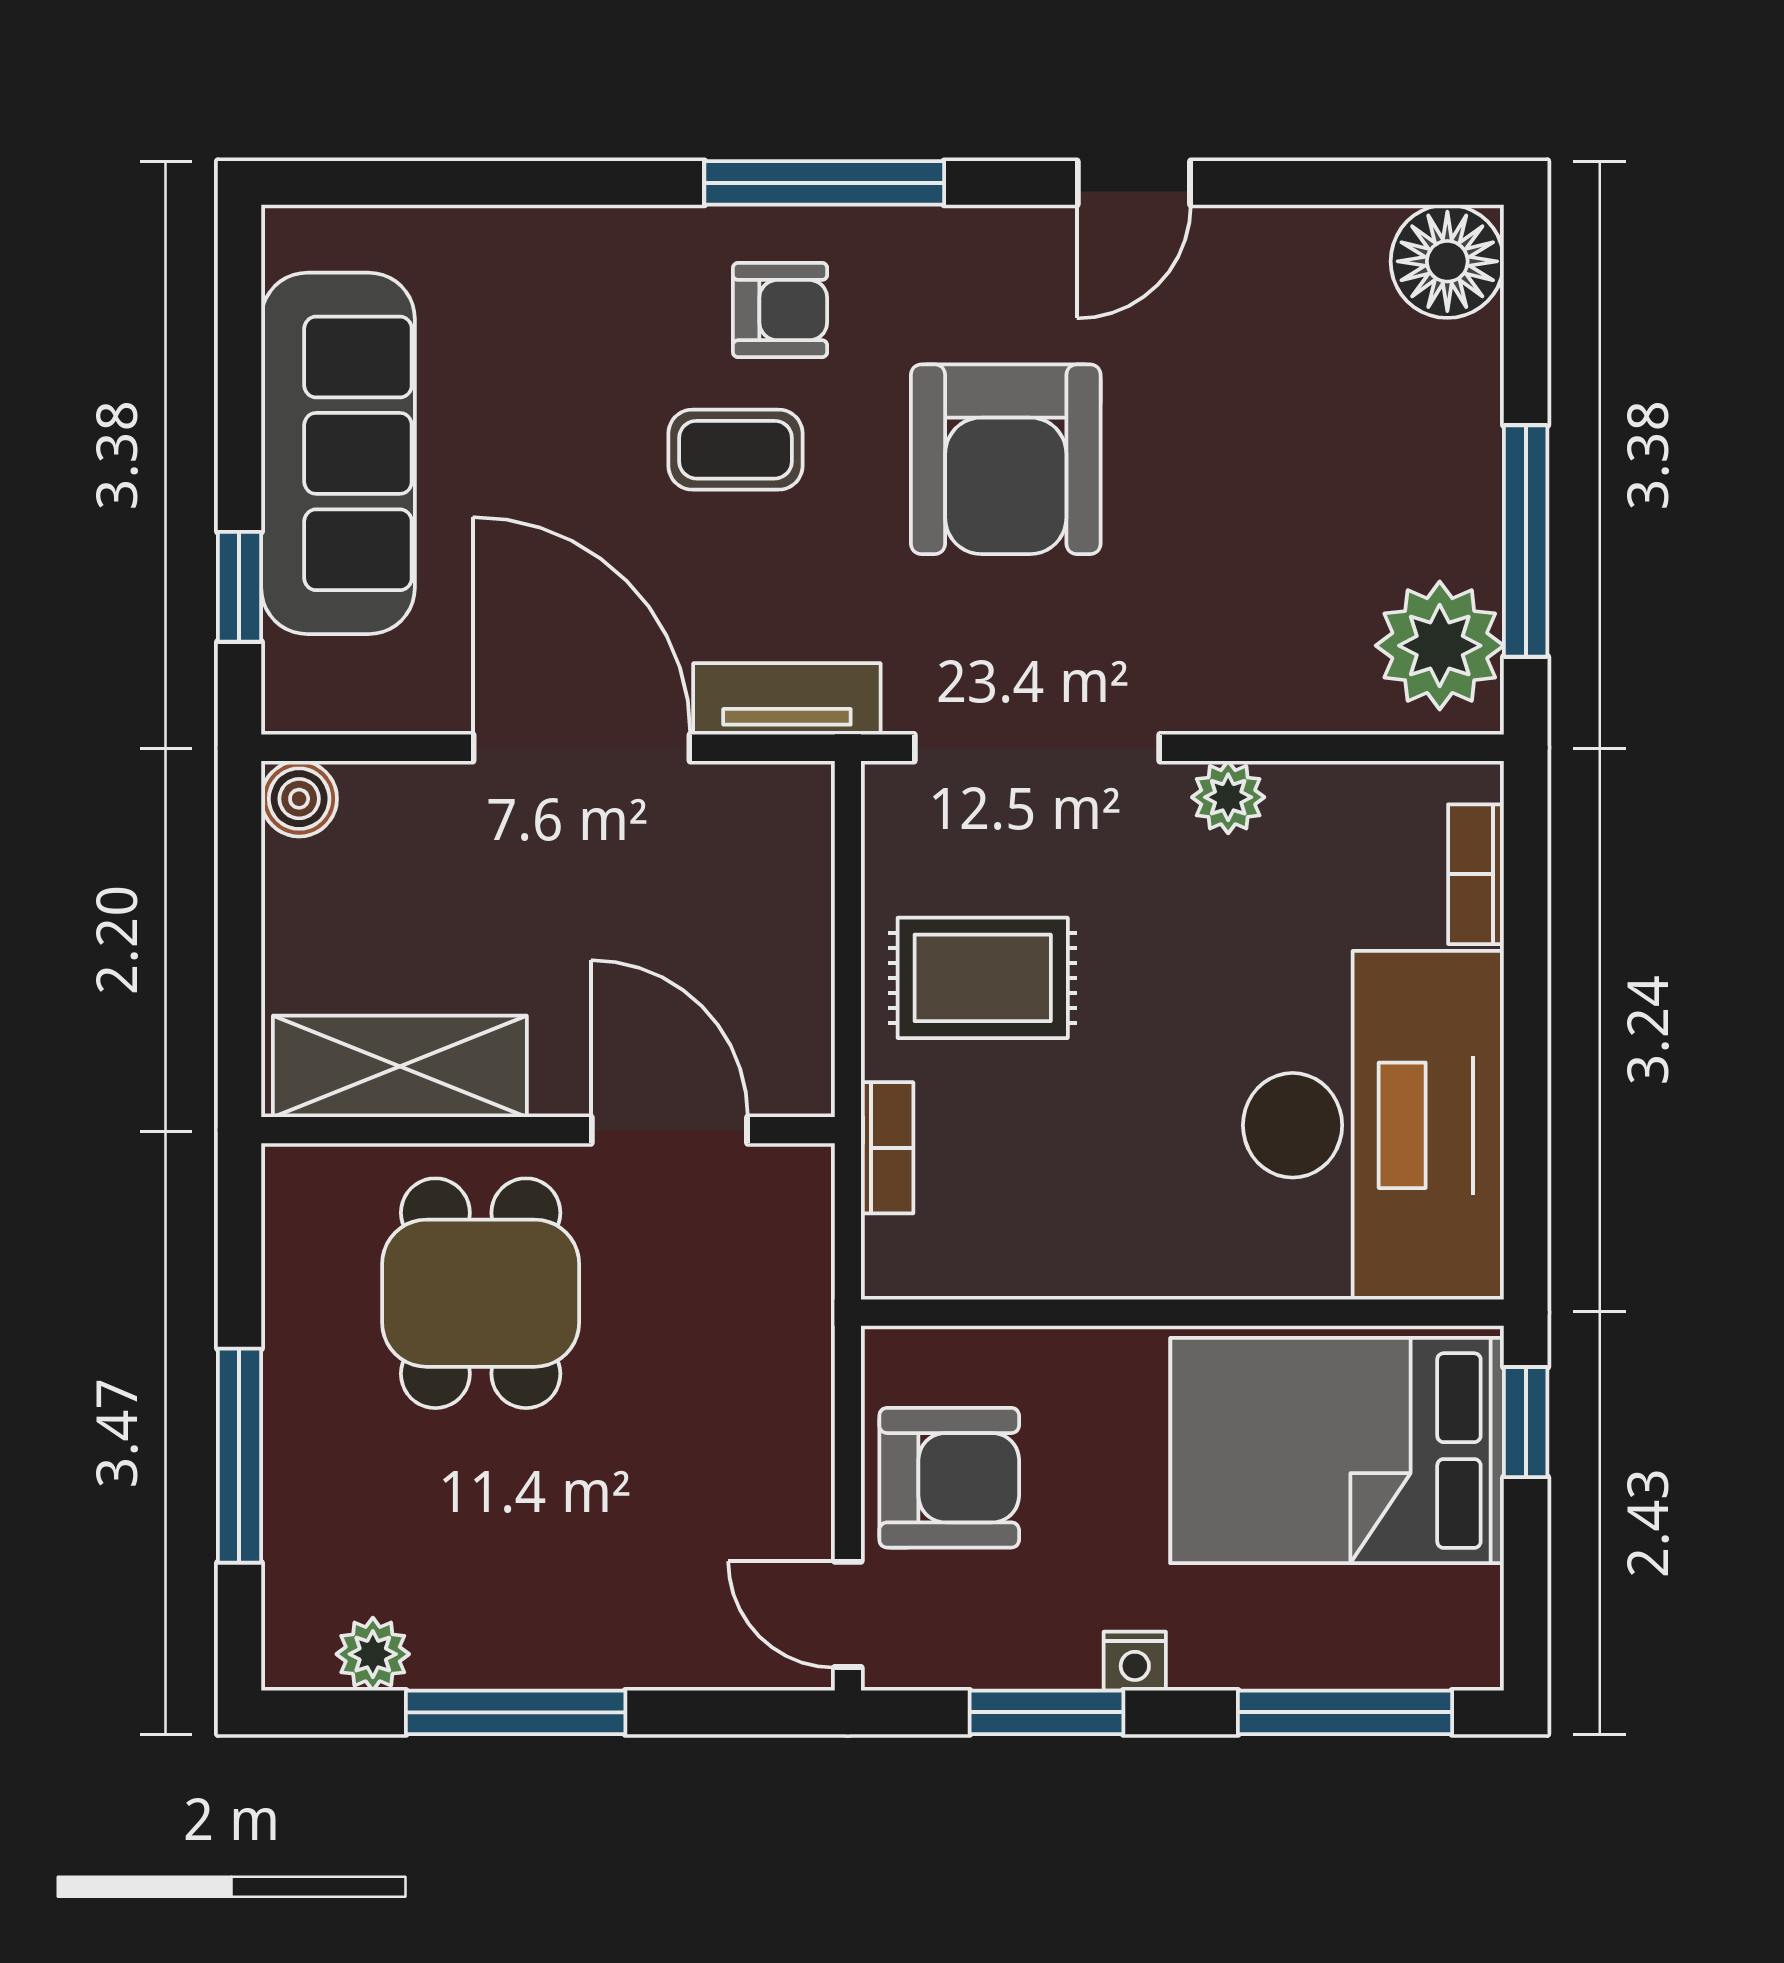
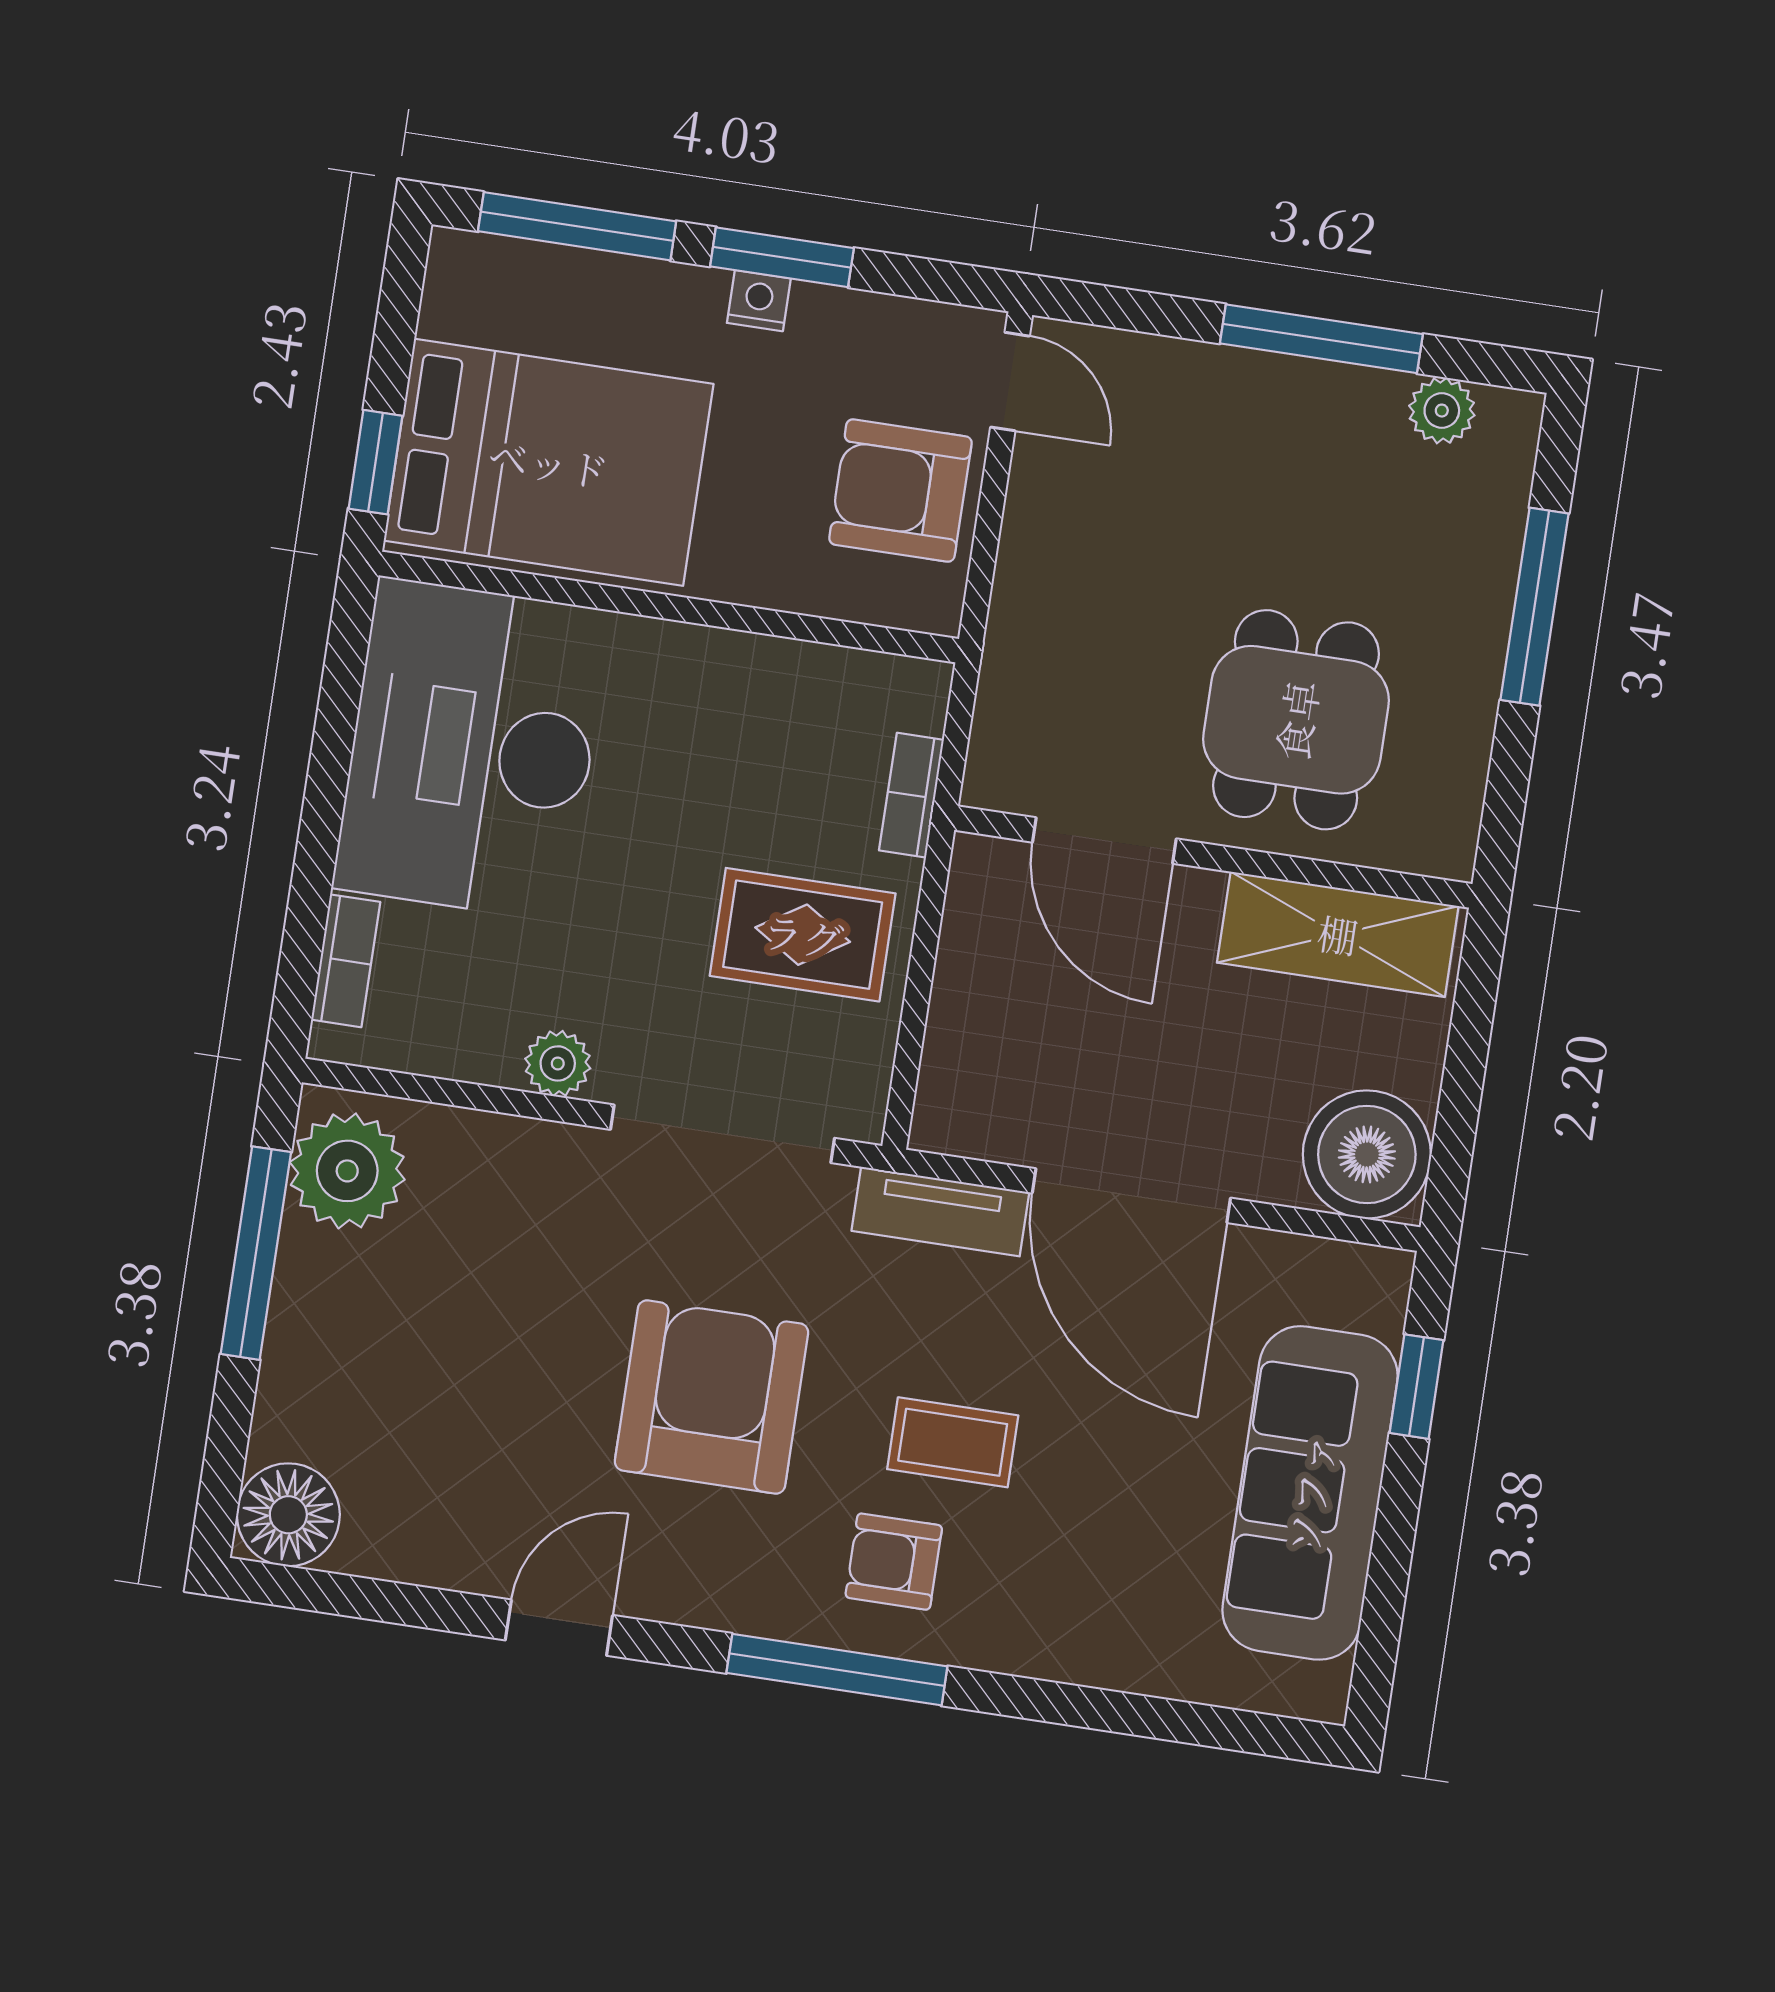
boiler: (299, 799) -> (1367, 1154), width x1.86, depth x1.86
window: (1046, 1712) -> (782, 257), moved

